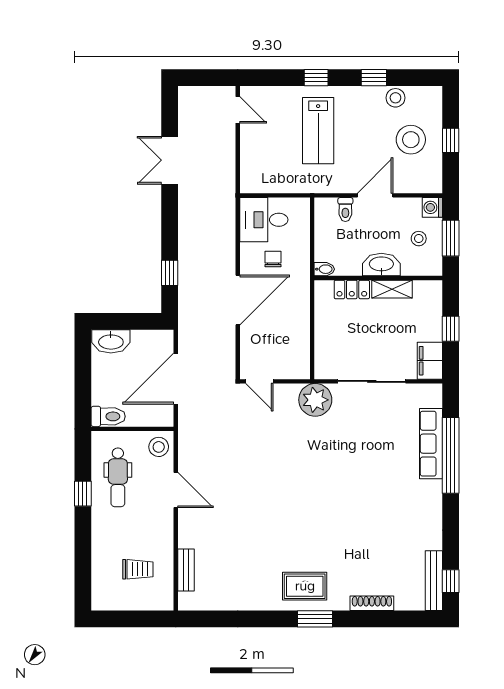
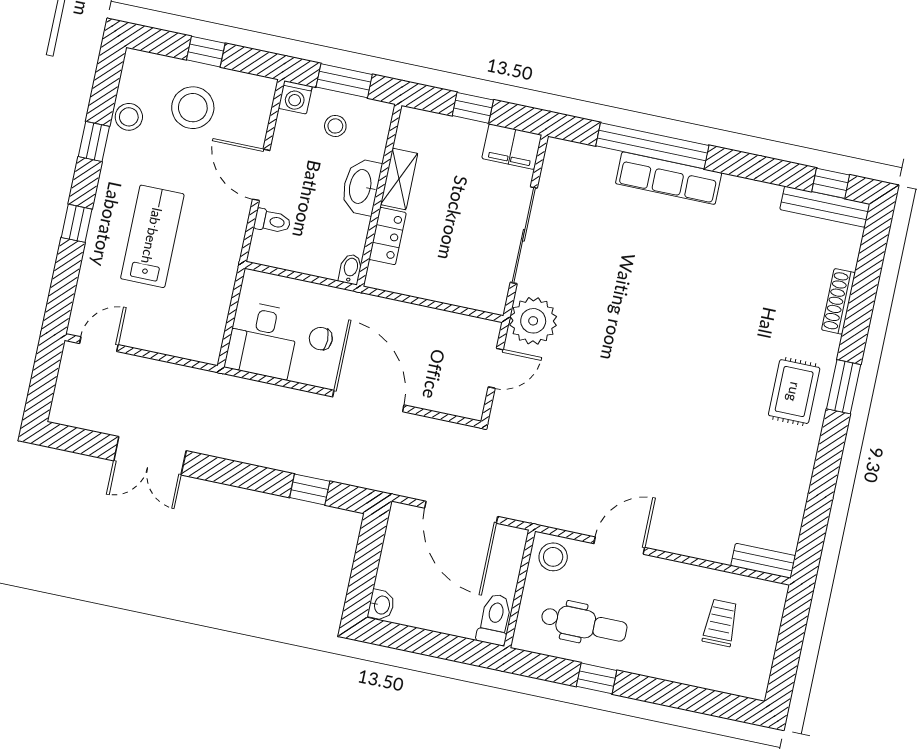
lab bench: (318, 131) -> (152, 236), turned -90
washbasin: (111, 341) -> (381, 605), width x0.52, depth x0.69
door: (259, 381) -> (496, 368), moved
row of seats: (431, 444) -> (669, 178), moved
bench: (186, 570) -> (763, 561), moved

